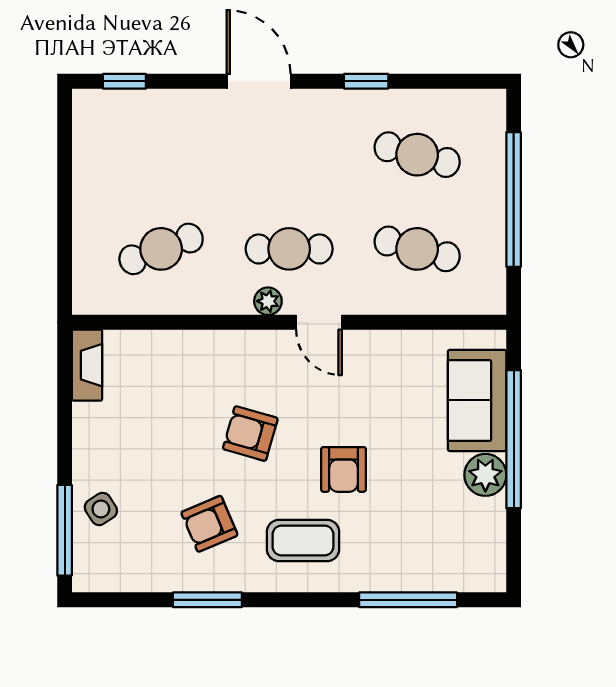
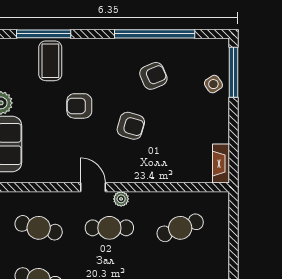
armchair: (344, 469) -> (79, 106), turned -90
coffee table: (303, 541) -> (50, 61), moved, turned 90
window: (207, 600) -> (155, 34), width x2.11

